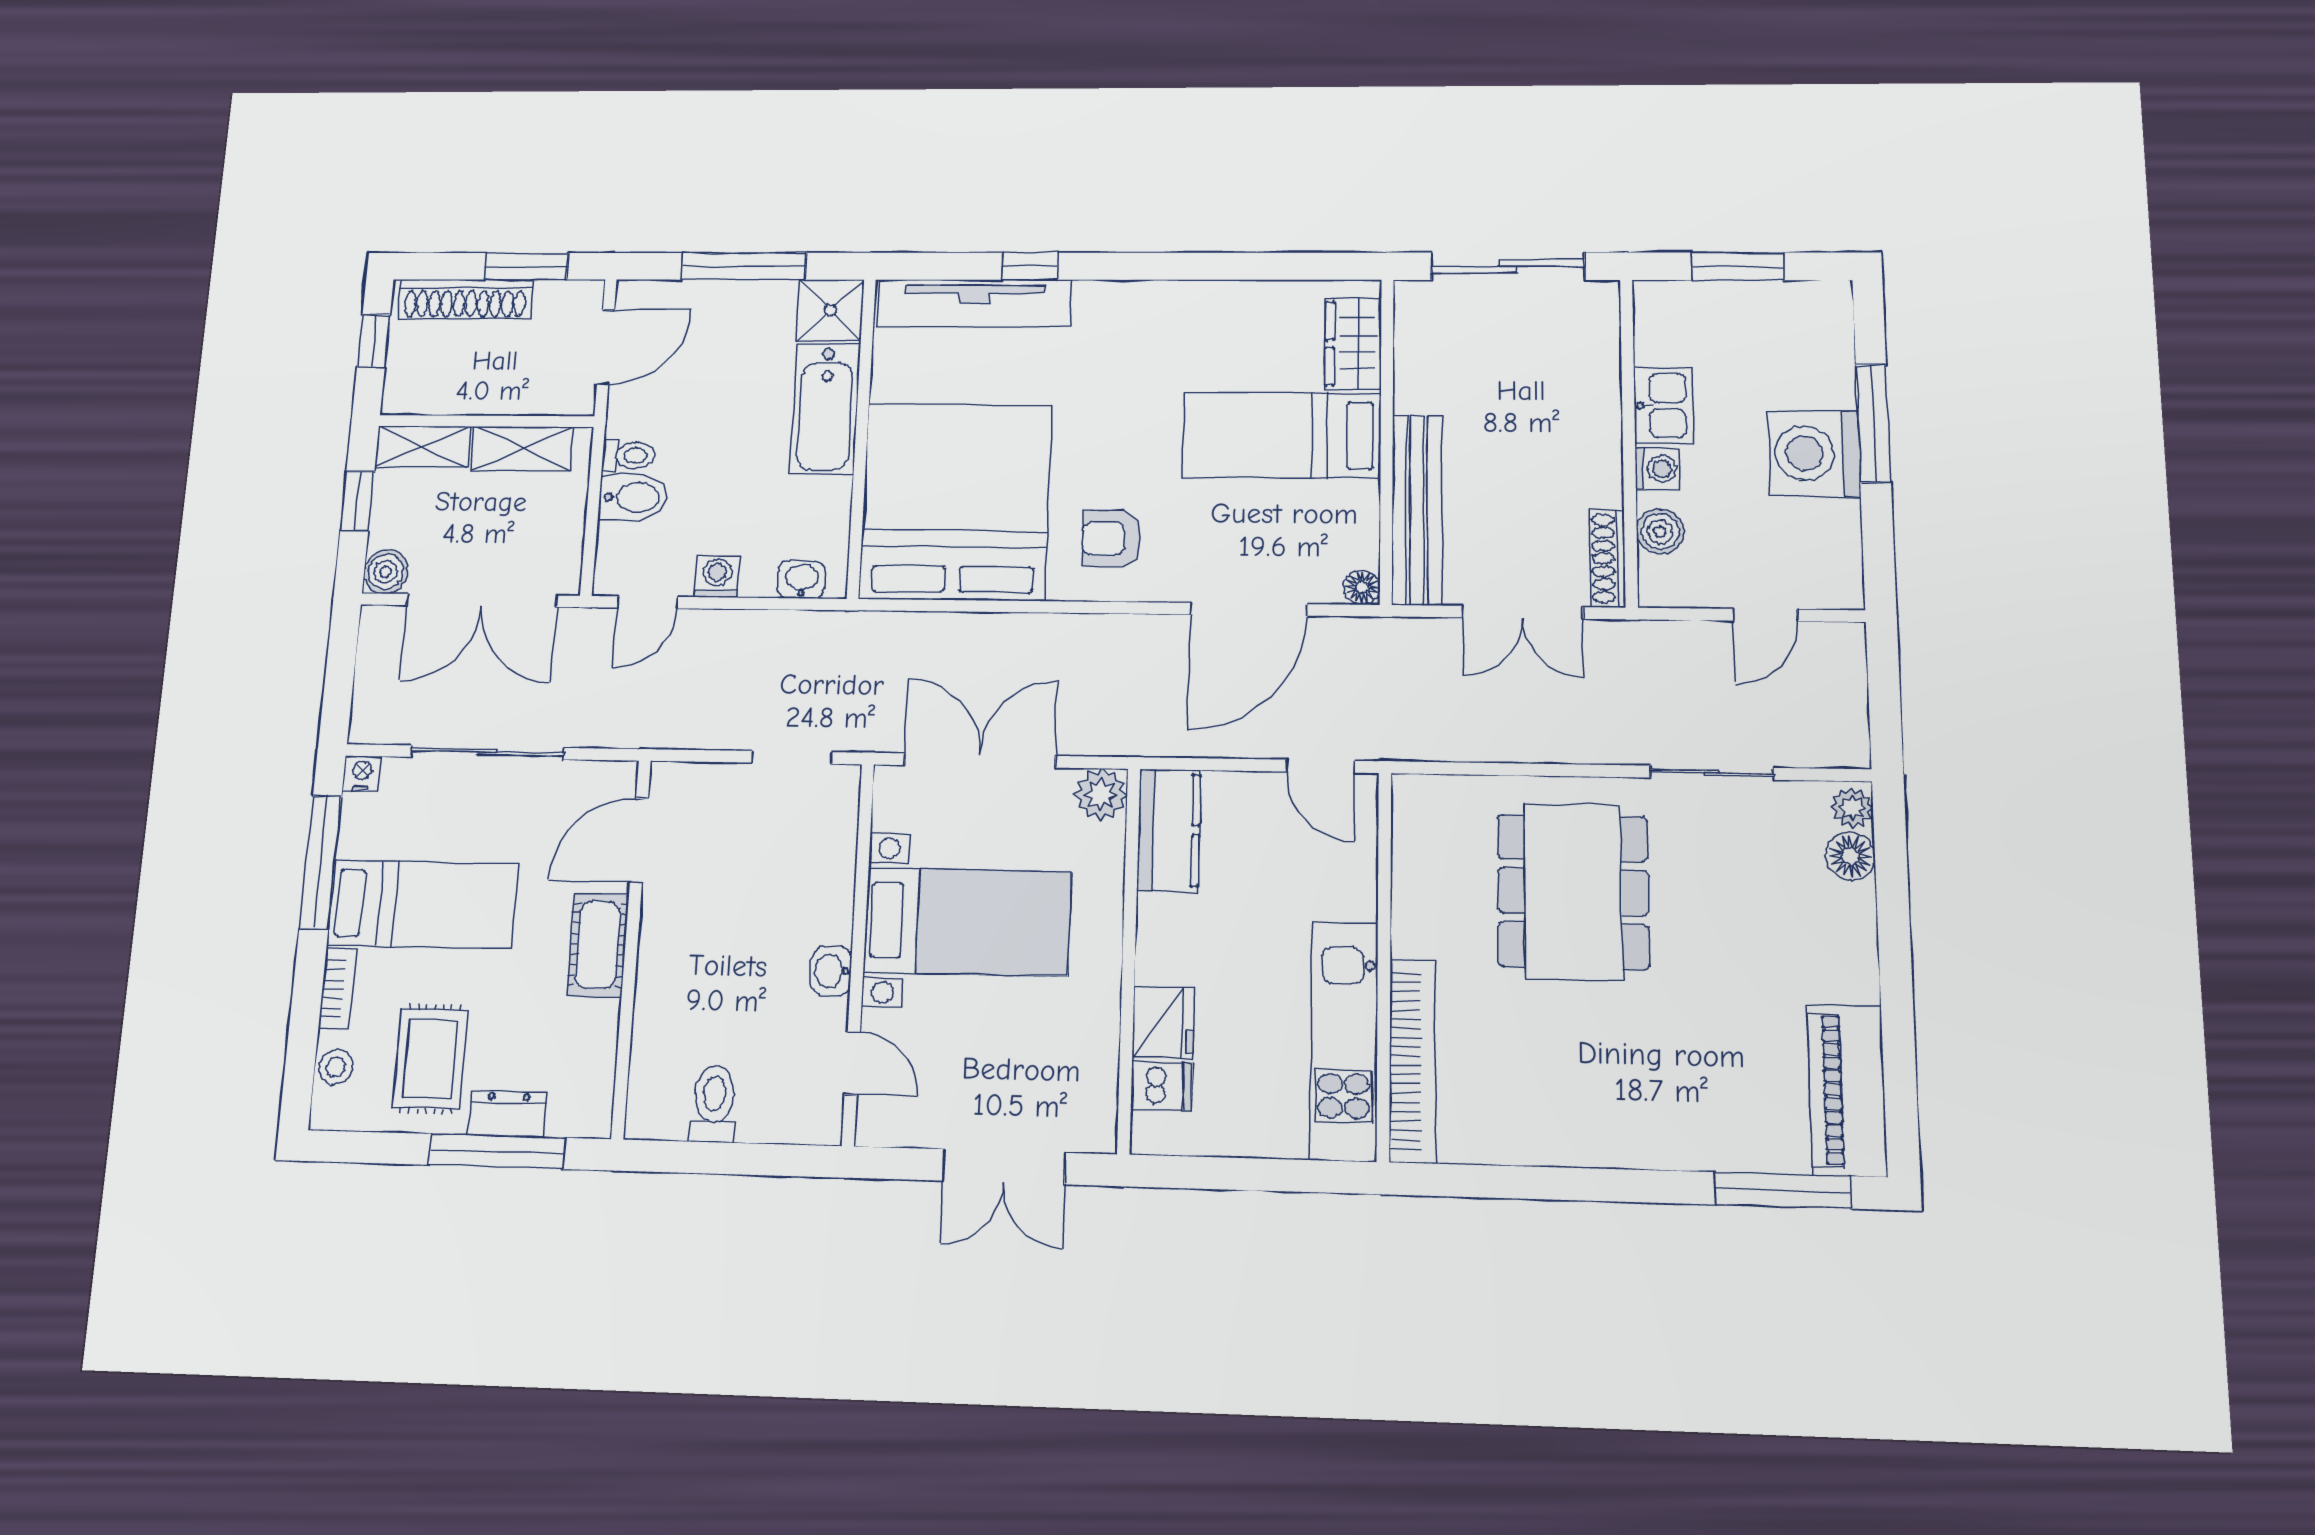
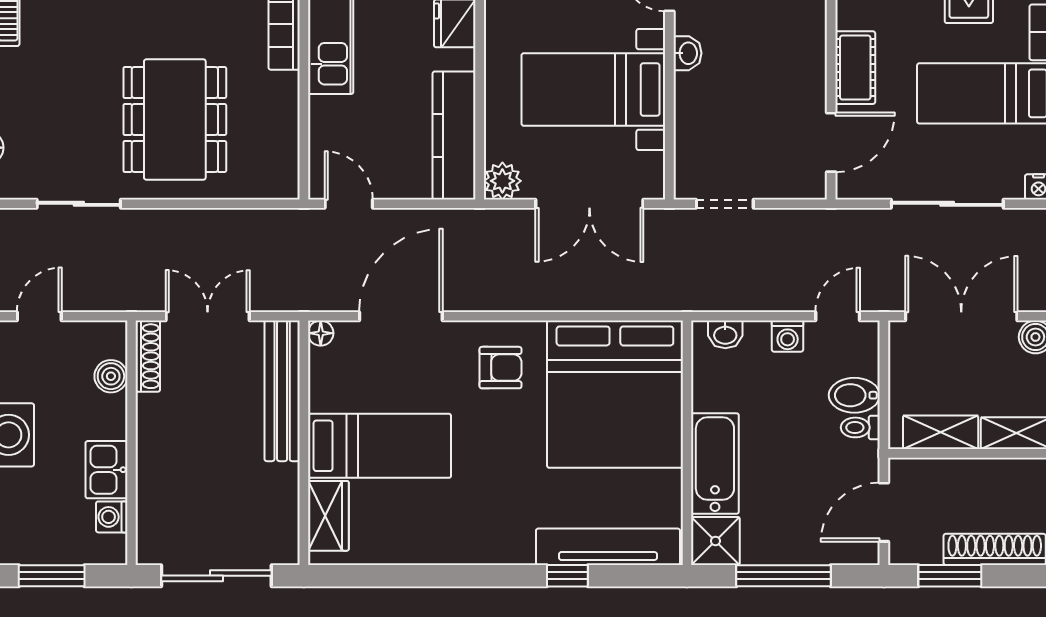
washing machine: (1658, 469) -> (112, 517), moved
kitchen counter: (1169, 830) -> (454, 135), width x1.50

